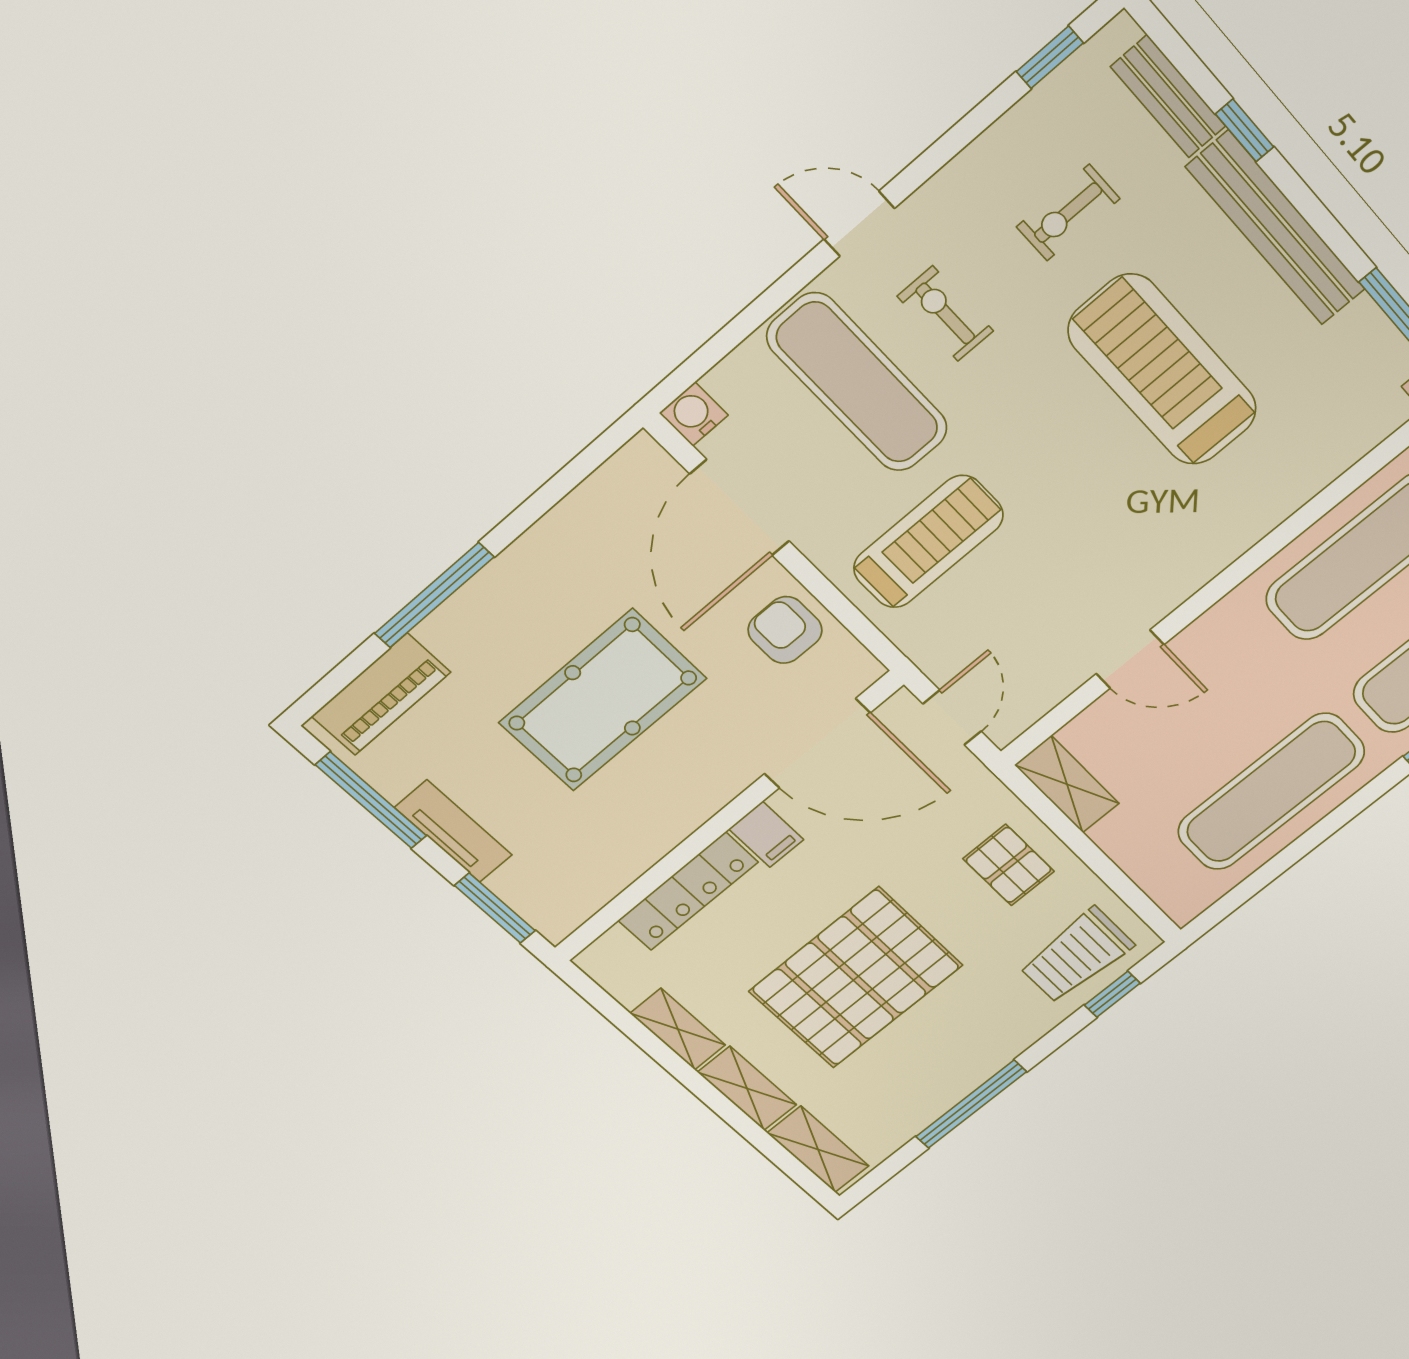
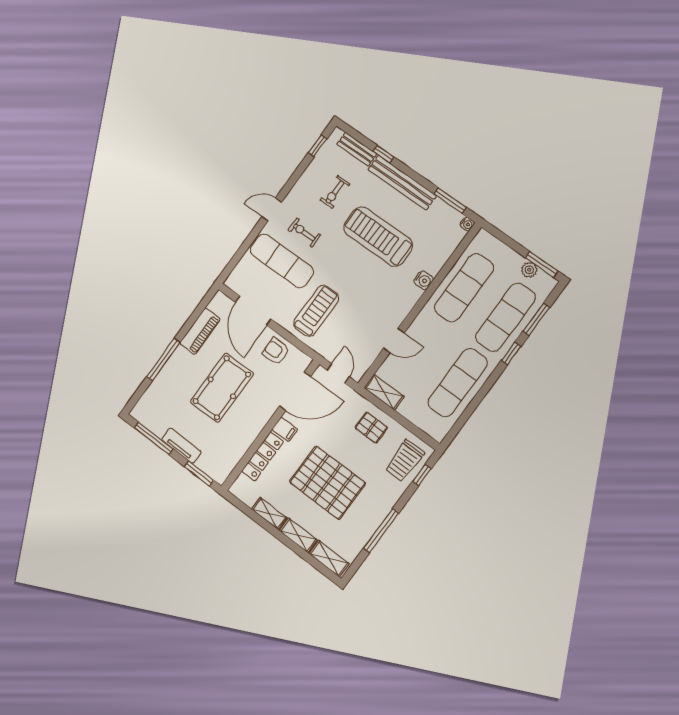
water cooler: (694, 414) -> (424, 280), moved, turned 180
piano: (381, 694) -> (200, 331), moved
pallet: (856, 978) -> (327, 483), turned 90

